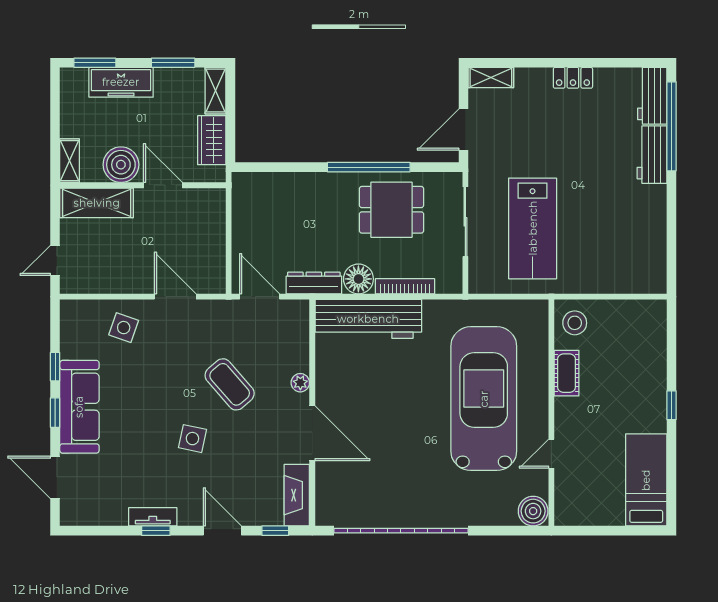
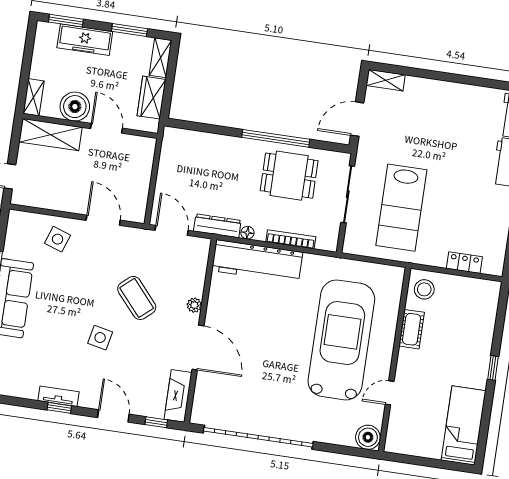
locker: (573, 78) -> (464, 263), moved, turned 180
floor lamp: (358, 279) -> (247, 233), width x0.53, depth x0.53

